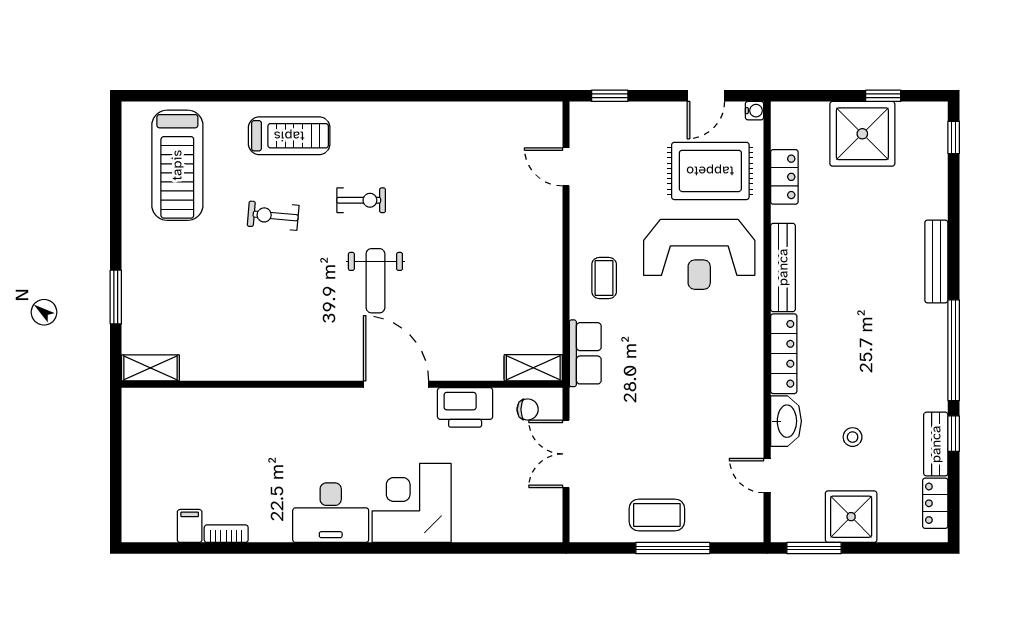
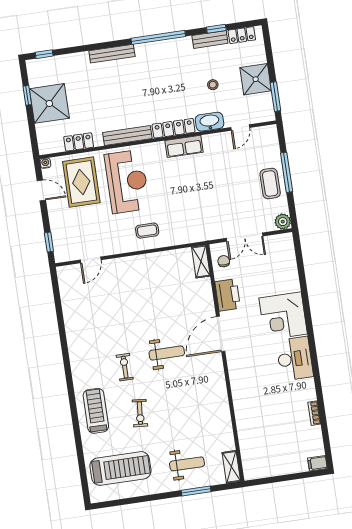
weight bench: (168, 288) -> (187, 464), added
row of seats: (585, 353) -> (184, 146), moved, turned 180
window: (954, 434) -> (216, 29), moved
filing cabinet: (190, 526) -> (317, 463), moved
plant: (584, 528) -> (283, 222), added

